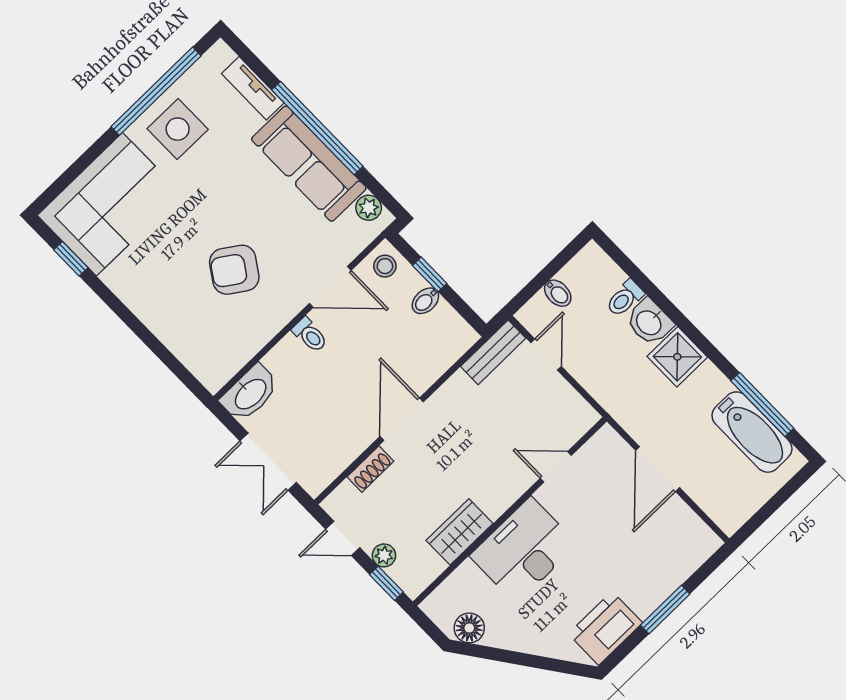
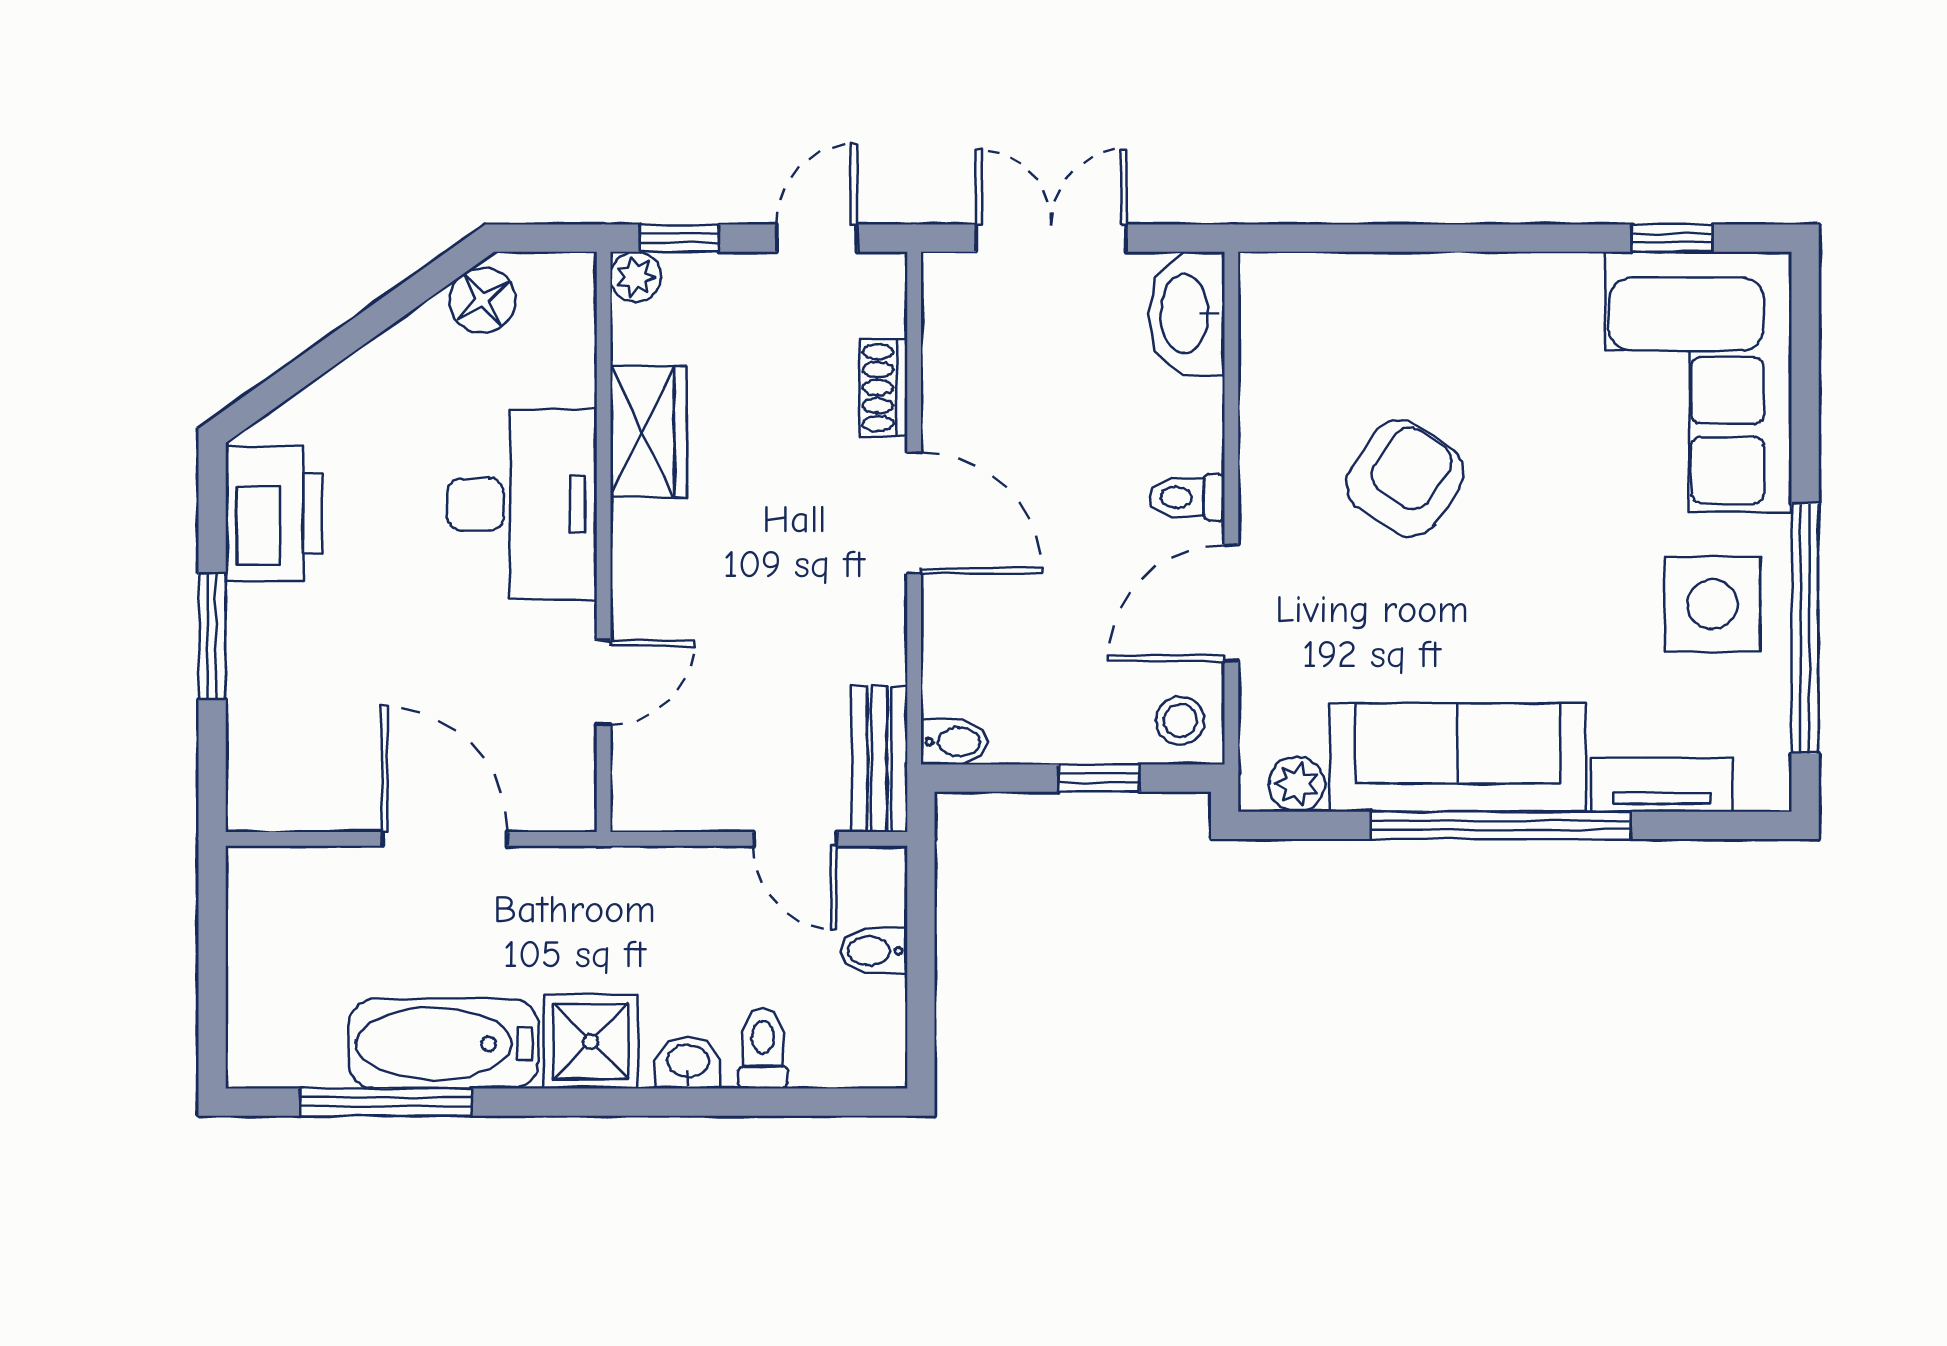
bidet: (425, 301) -> (954, 742), moved, turned 90
washbasin: (649, 322) -> (688, 1062), width x0.72, depth x0.69
bathtub: (752, 432) -> (443, 1044), moved
plant: (384, 555) -> (636, 277), moved

